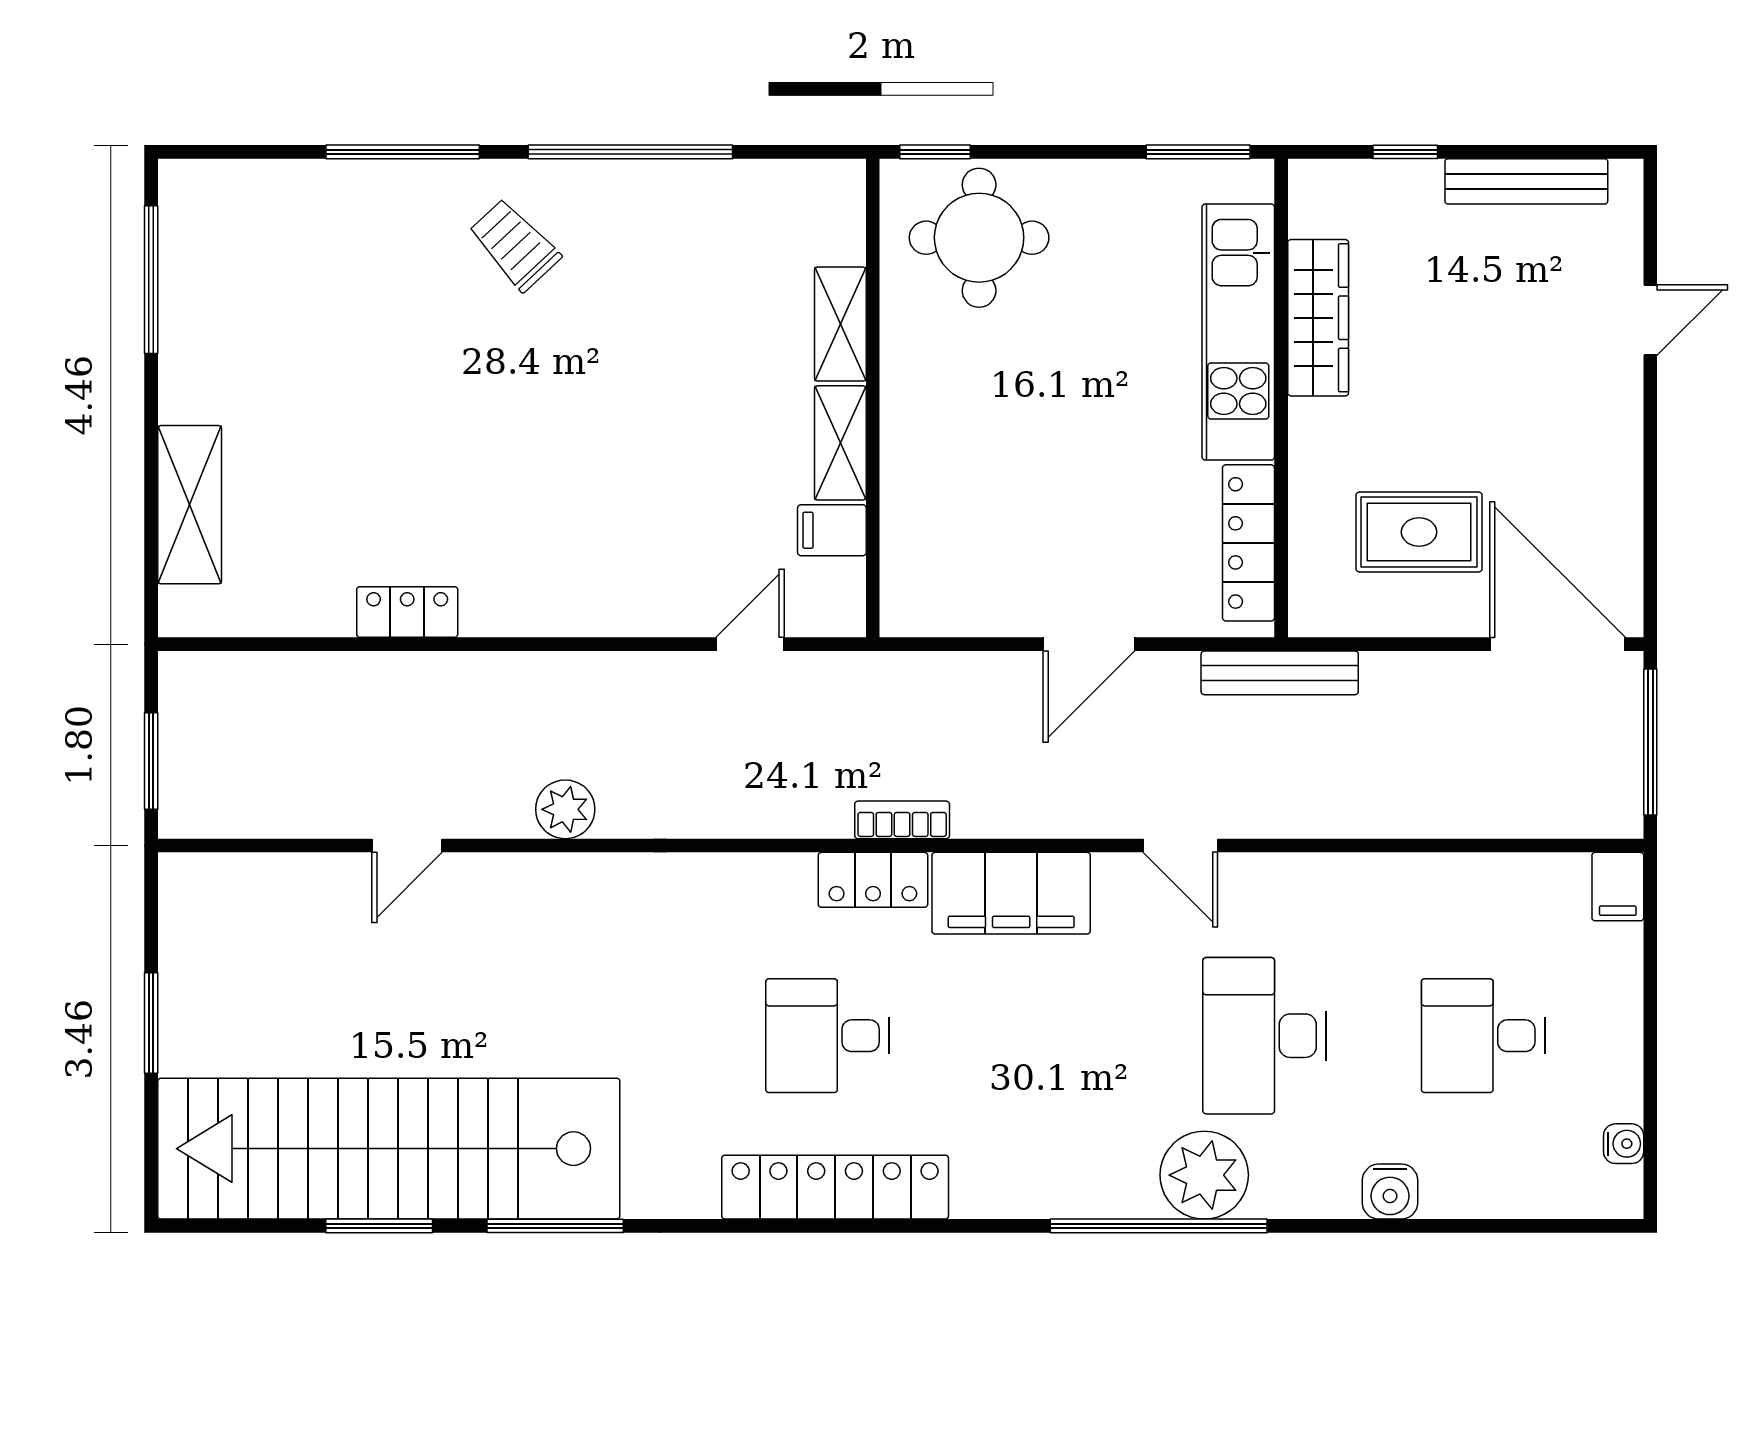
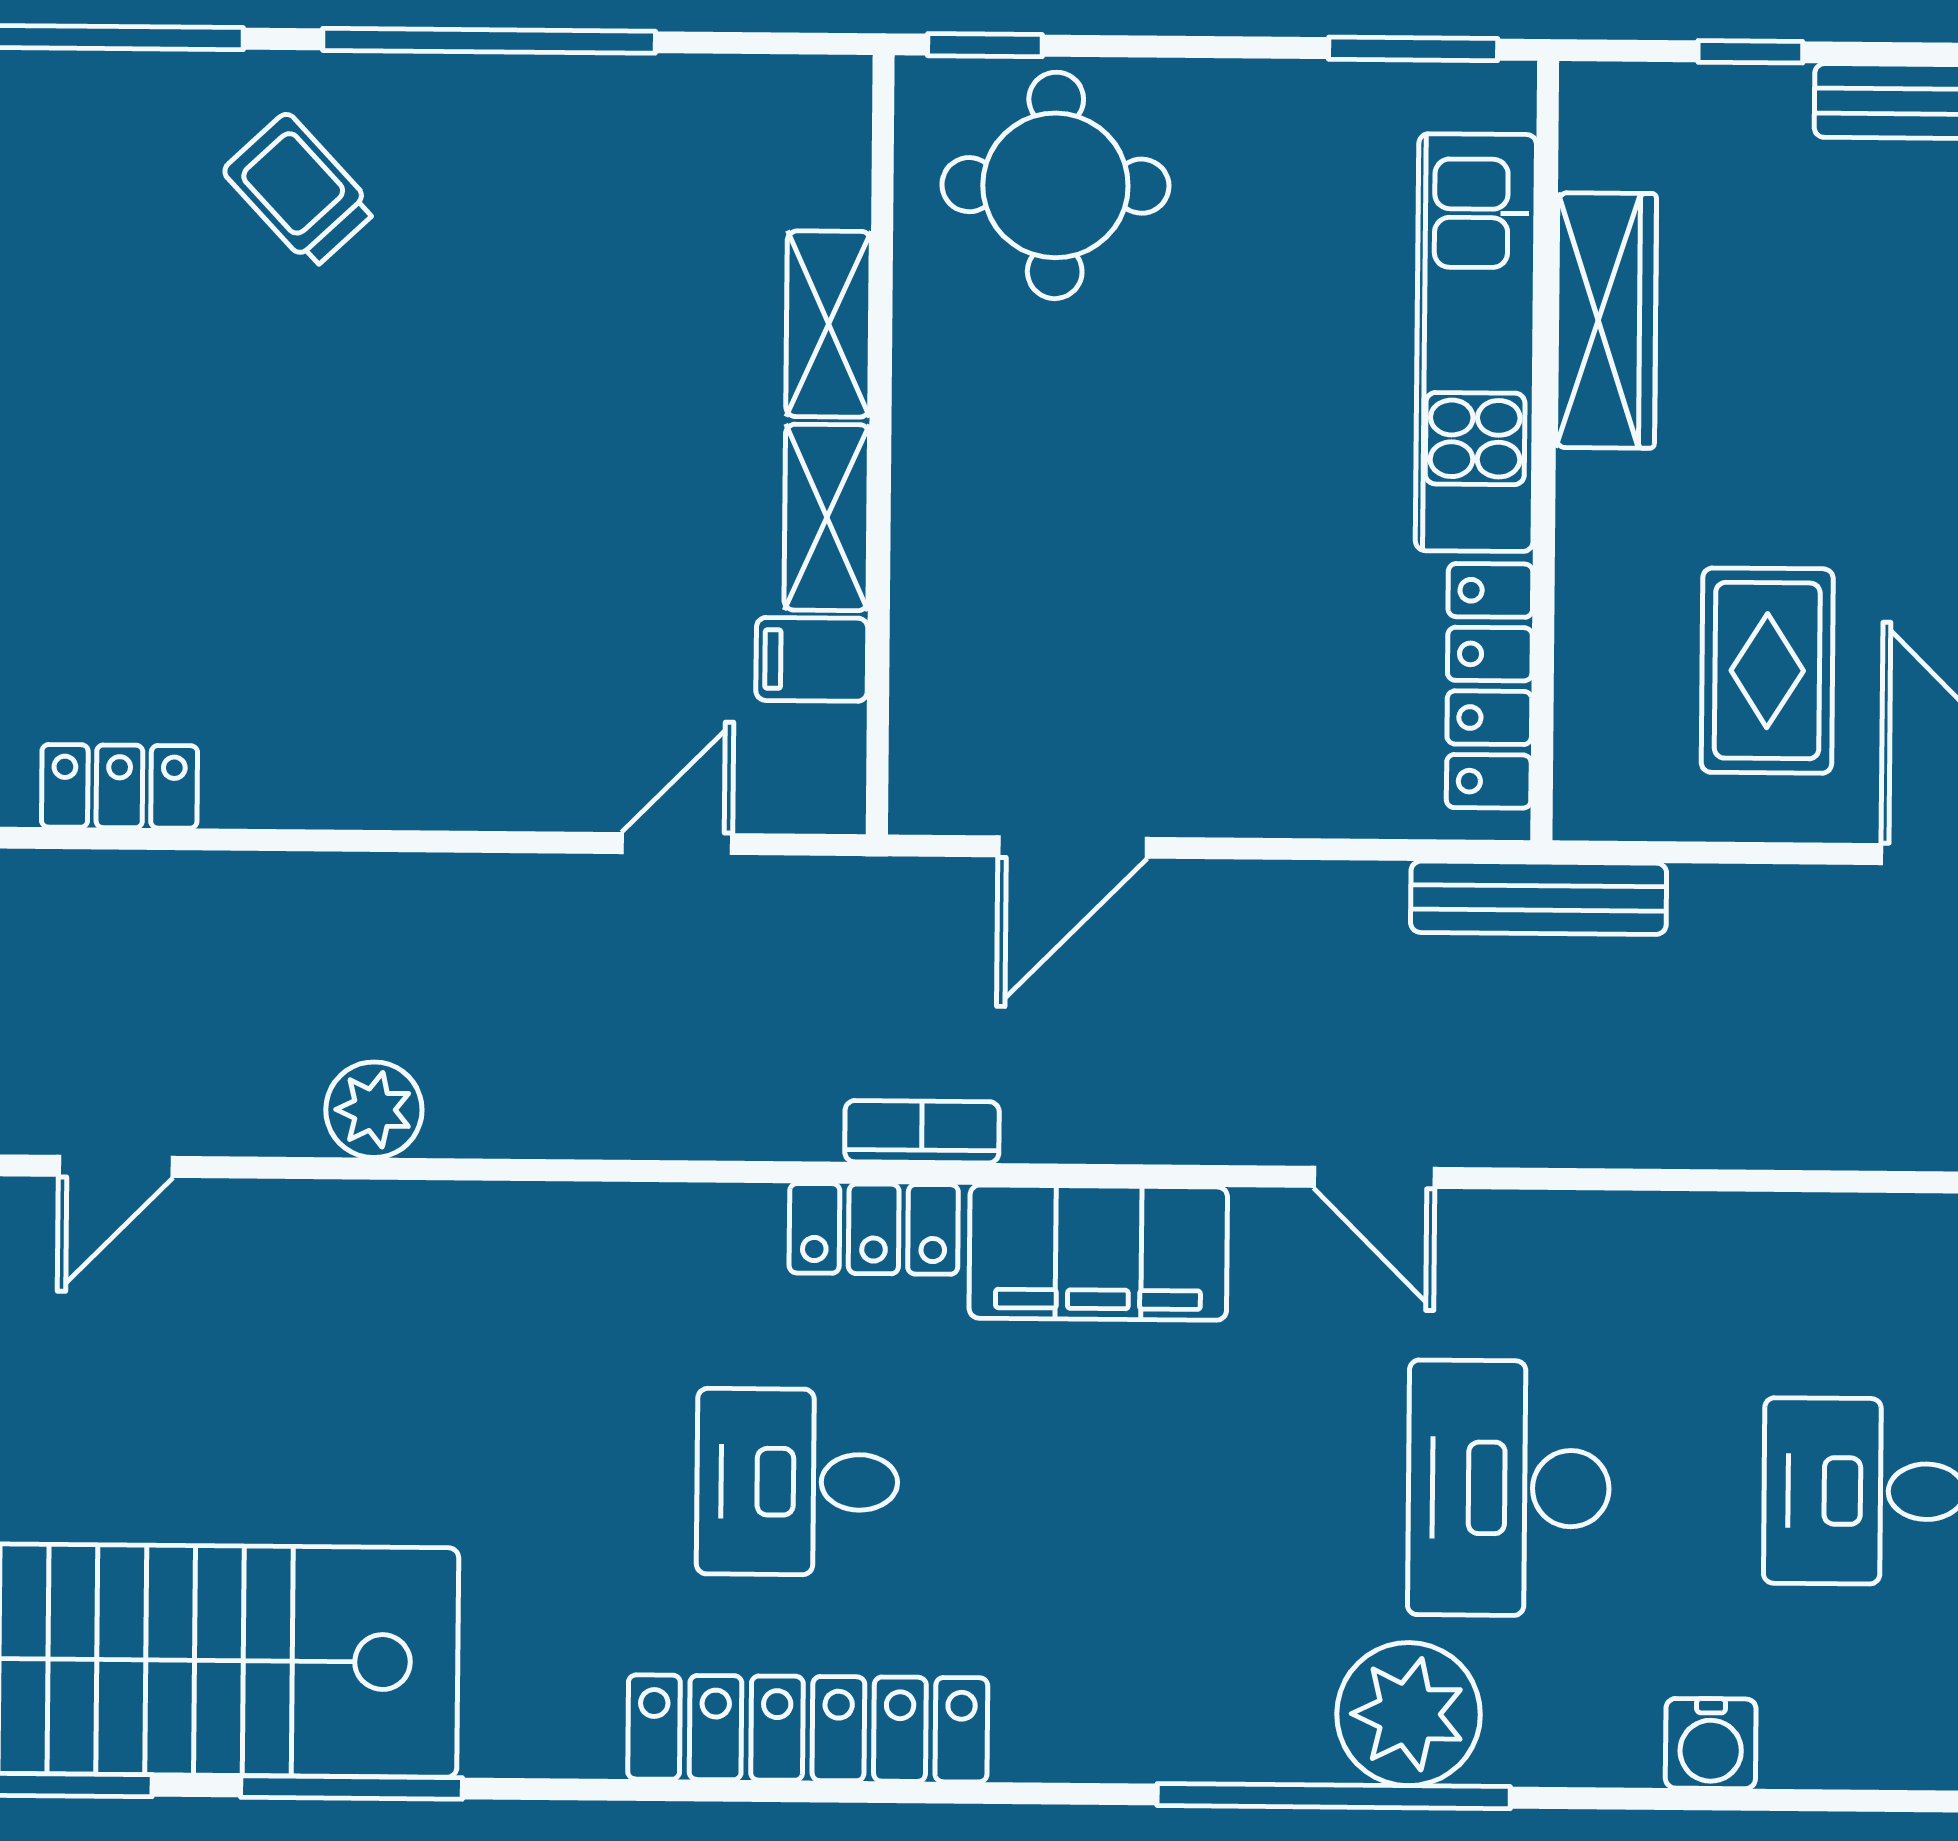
rug: (1419, 532) -> (1767, 671), turned 90
door: (1089, 644) -> (1073, 847), moved

